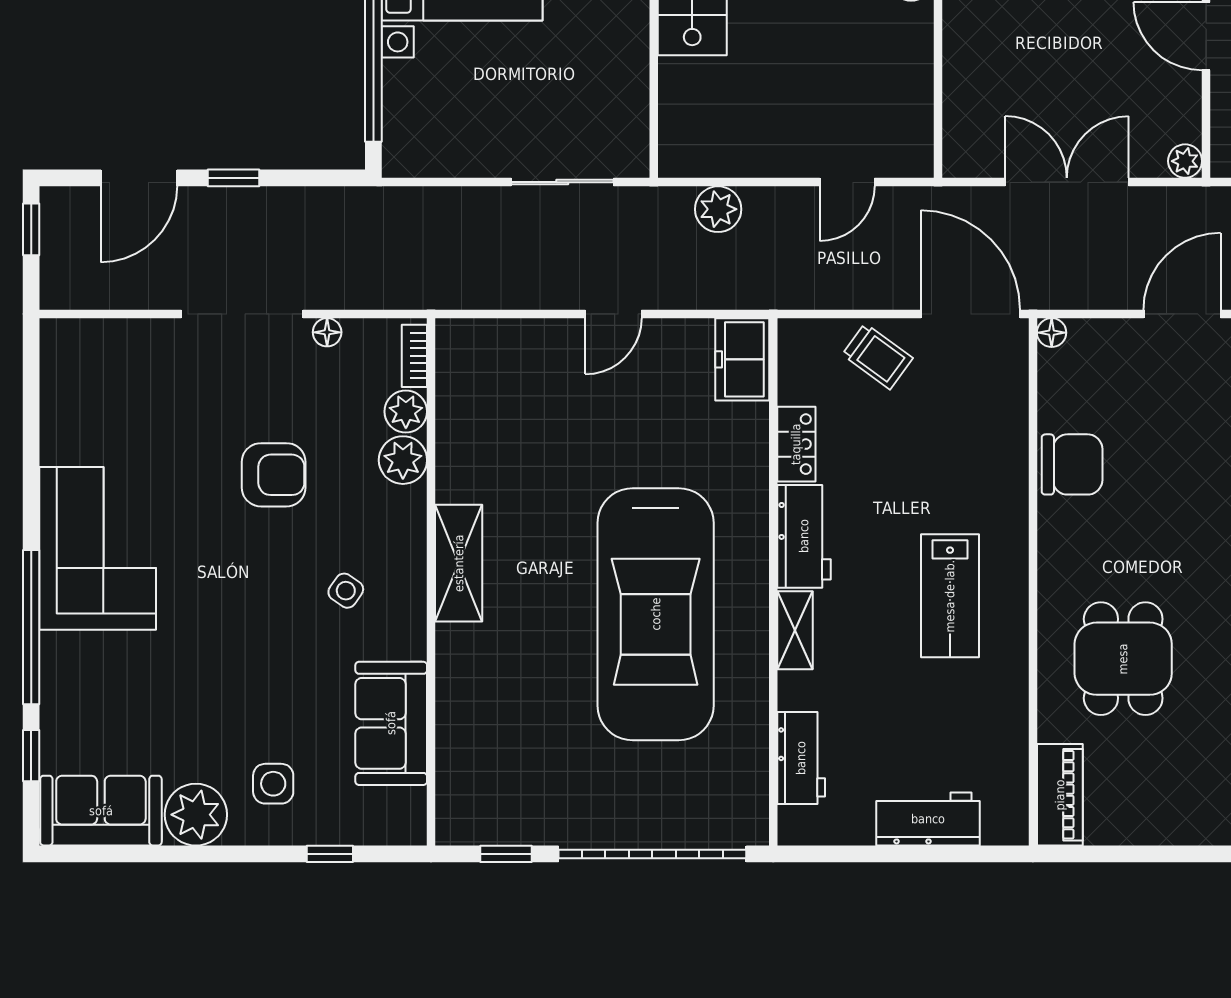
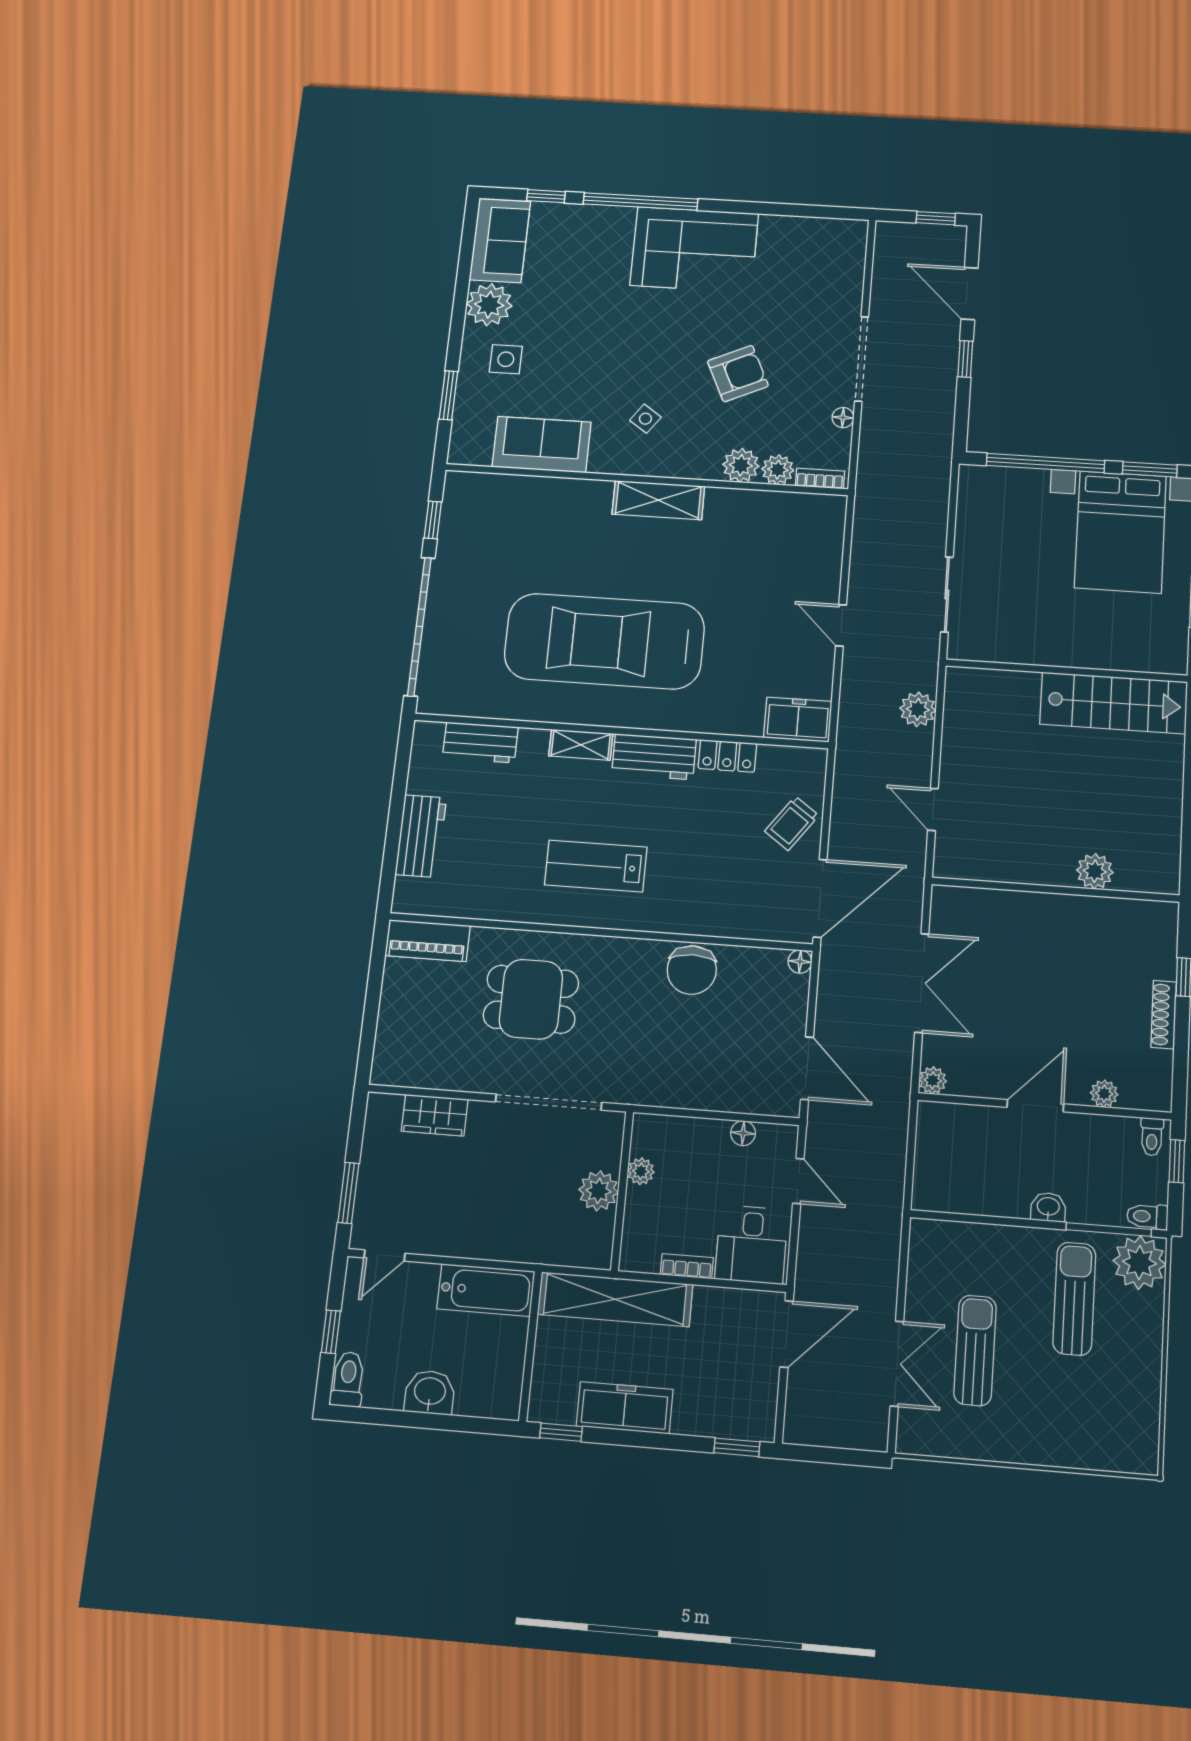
armchair: (274, 475) -> (738, 374), turned -115
window: (330, 854) -> (448, 395), width x1.50

